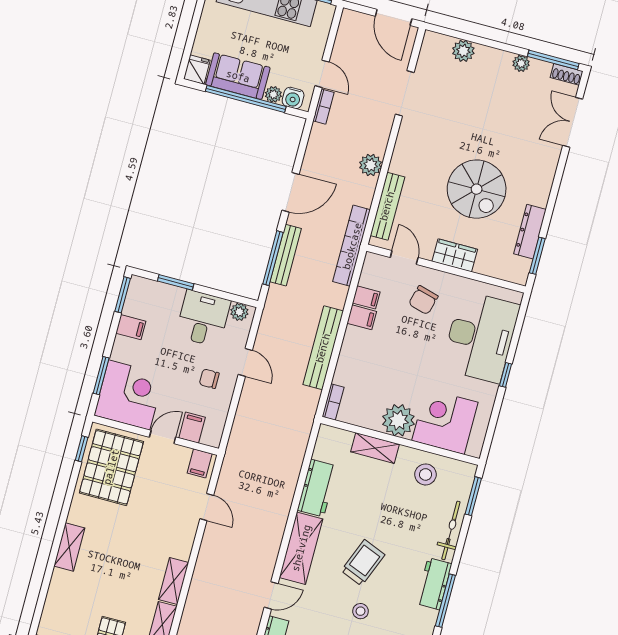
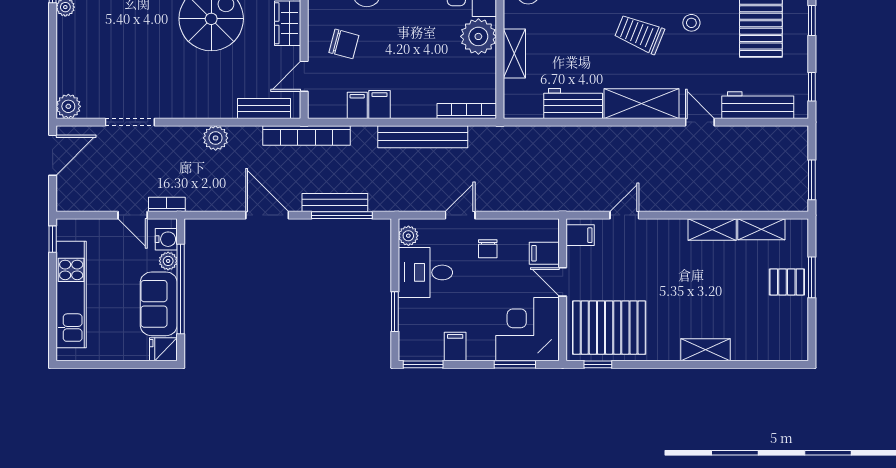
plant: (463, 51) -> (68, 106), moved
door: (322, 74) -> (133, 215), swing flipped
bench: (387, 206) -> (264, 108), width x0.73
bookcase: (333, 402) -> (467, 111), width x1.56

